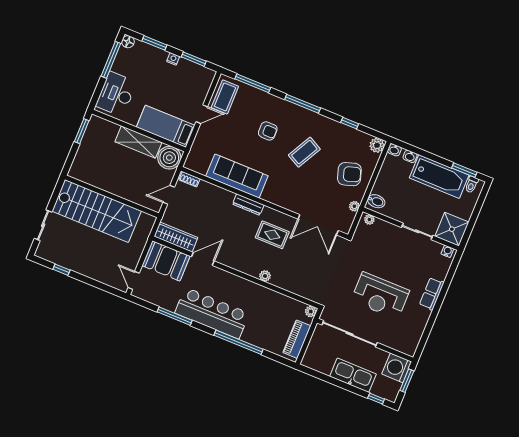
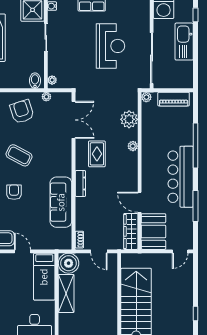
plant: (295, 284) -> (129, 119), added

